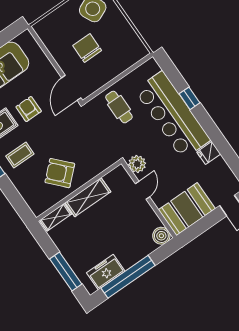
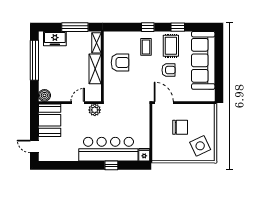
cafe table: (119, 107) -> (134, 122), removed
fridge: (209, 153) -> (144, 155), moved
armchair: (60, 173) -> (120, 63), turned 43
door: (142, 190) -> (78, 103), swing flipped
window: (66, 272) -> (75, 27), moved
freezer: (106, 272) -> (55, 39), moved, turned 90

